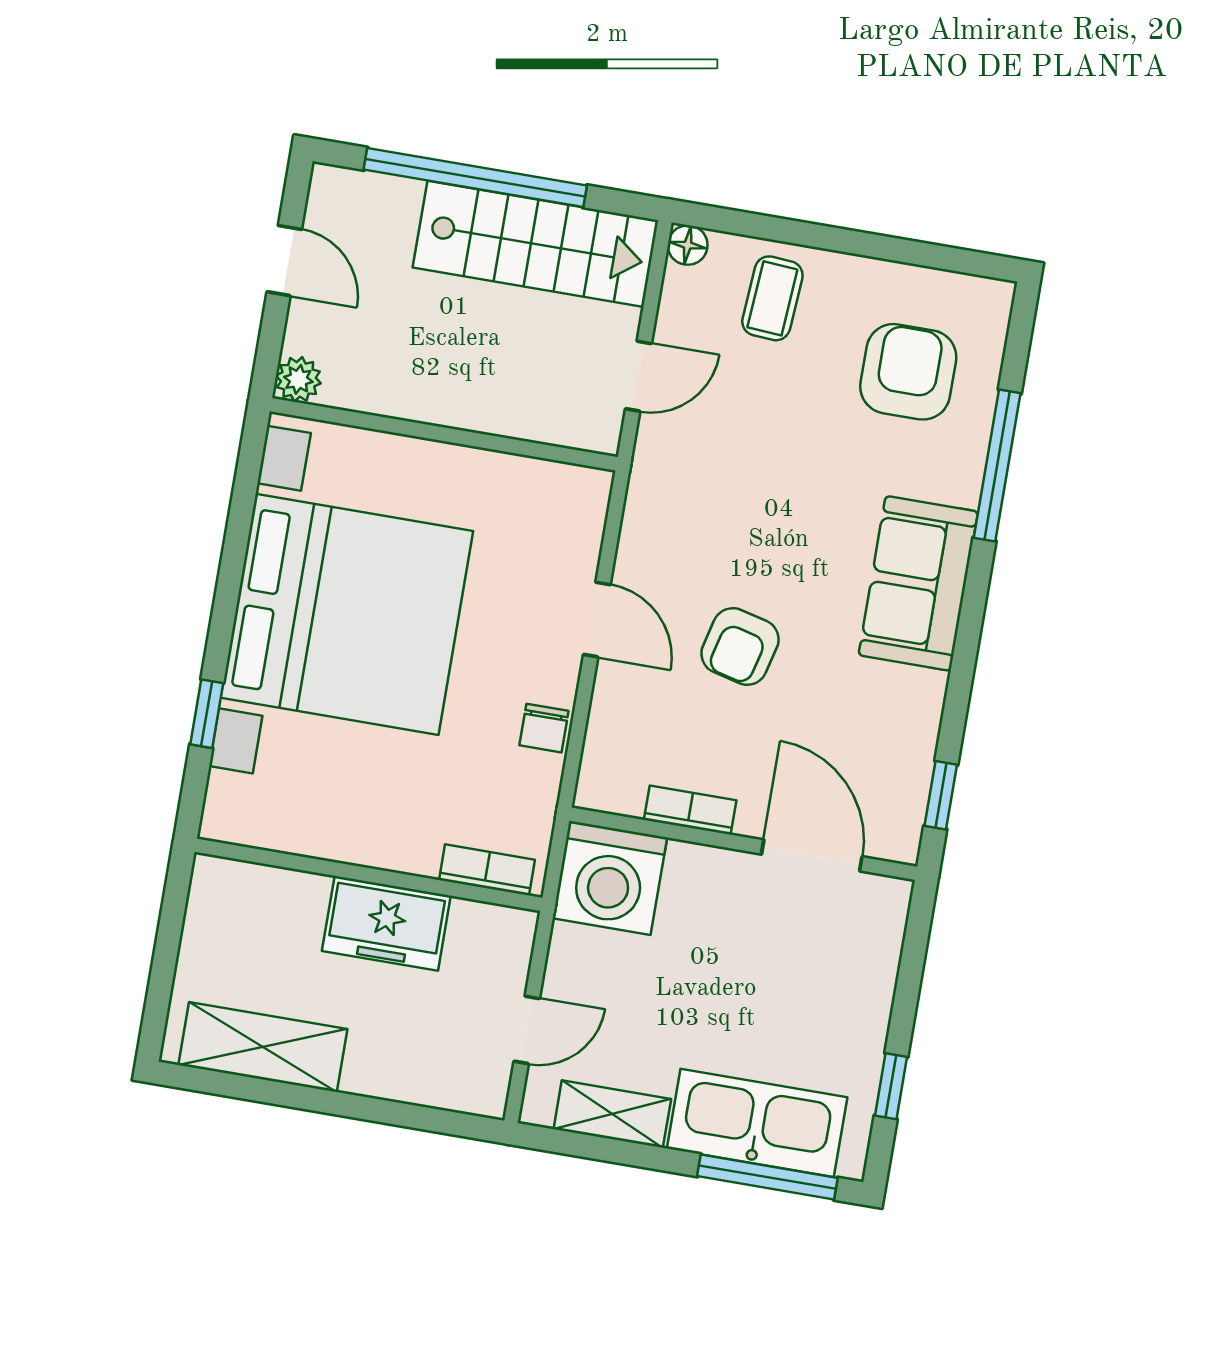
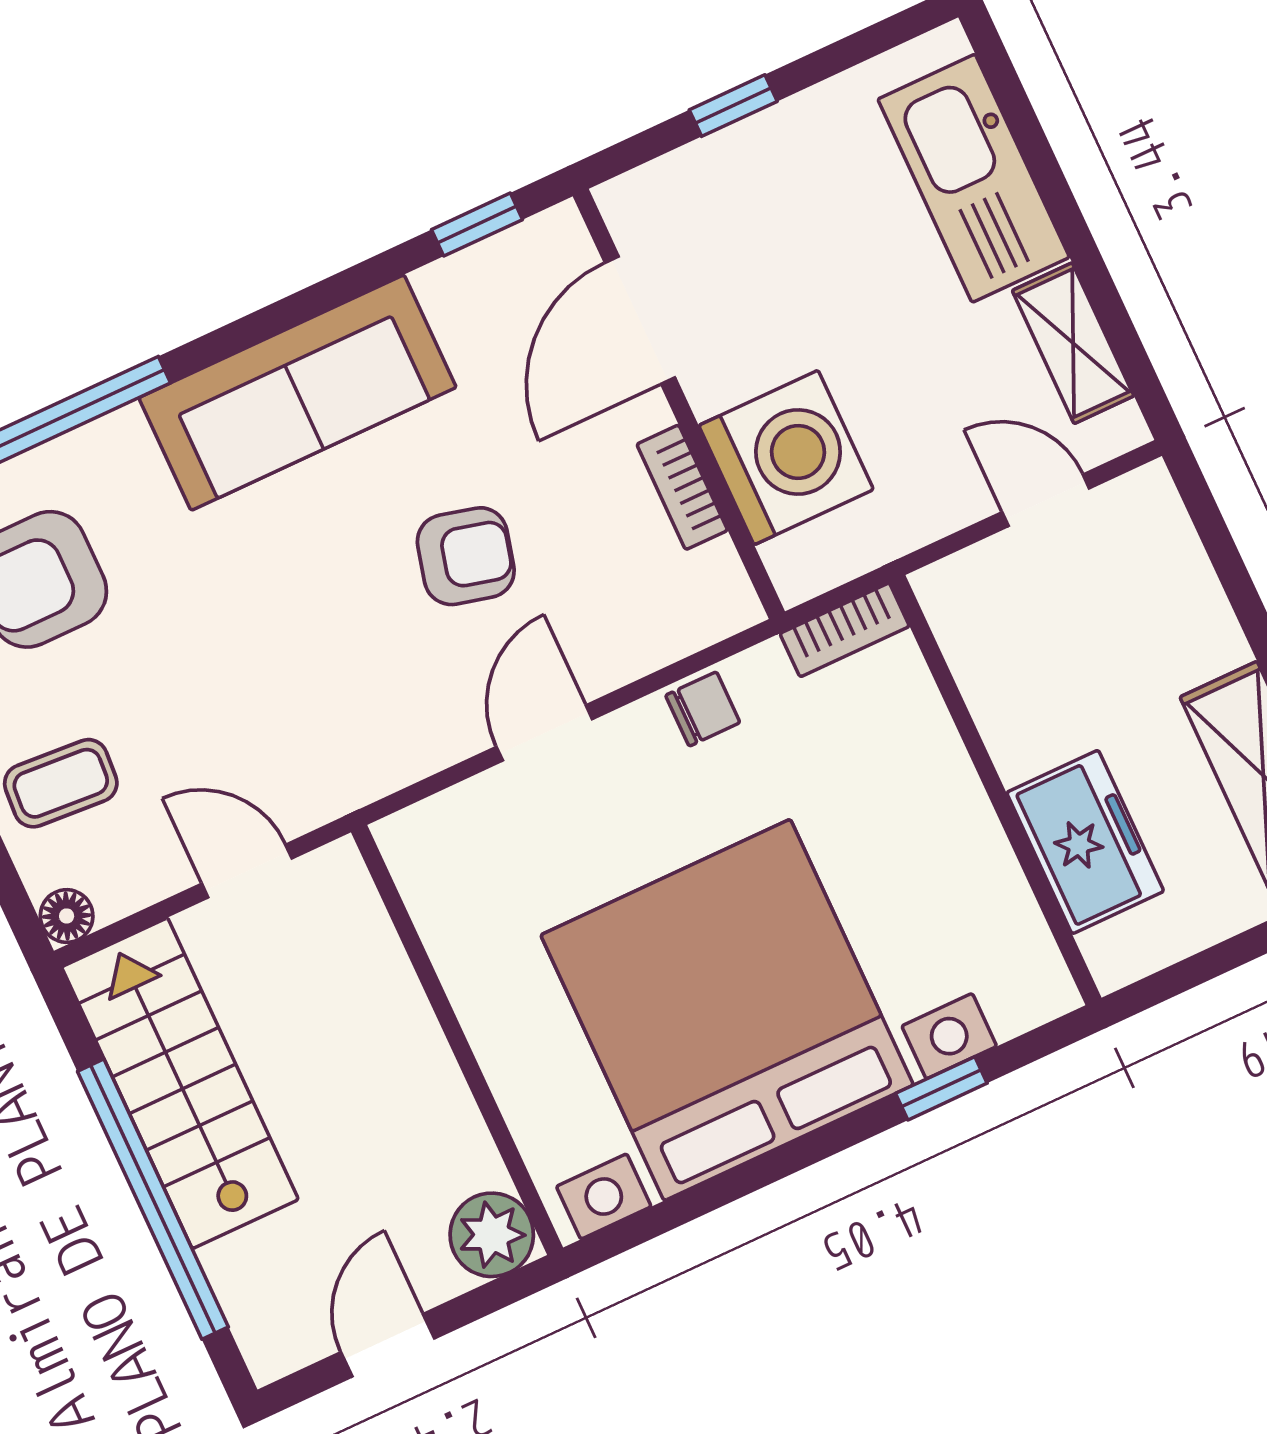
plant: (298, 379) -> (492, 1235), width x1.38, depth x1.38
sofa: (918, 583) -> (298, 393), width x1.36
bookcase: (487, 870) -> (845, 630), moved, turned -90
washing machine: (610, 878) -> (786, 457), moved
freezer: (386, 923) -> (1085, 842), moved
window: (891, 1086) -> (733, 106), moved
window: (767, 1177) -> (1025, 126), removed

